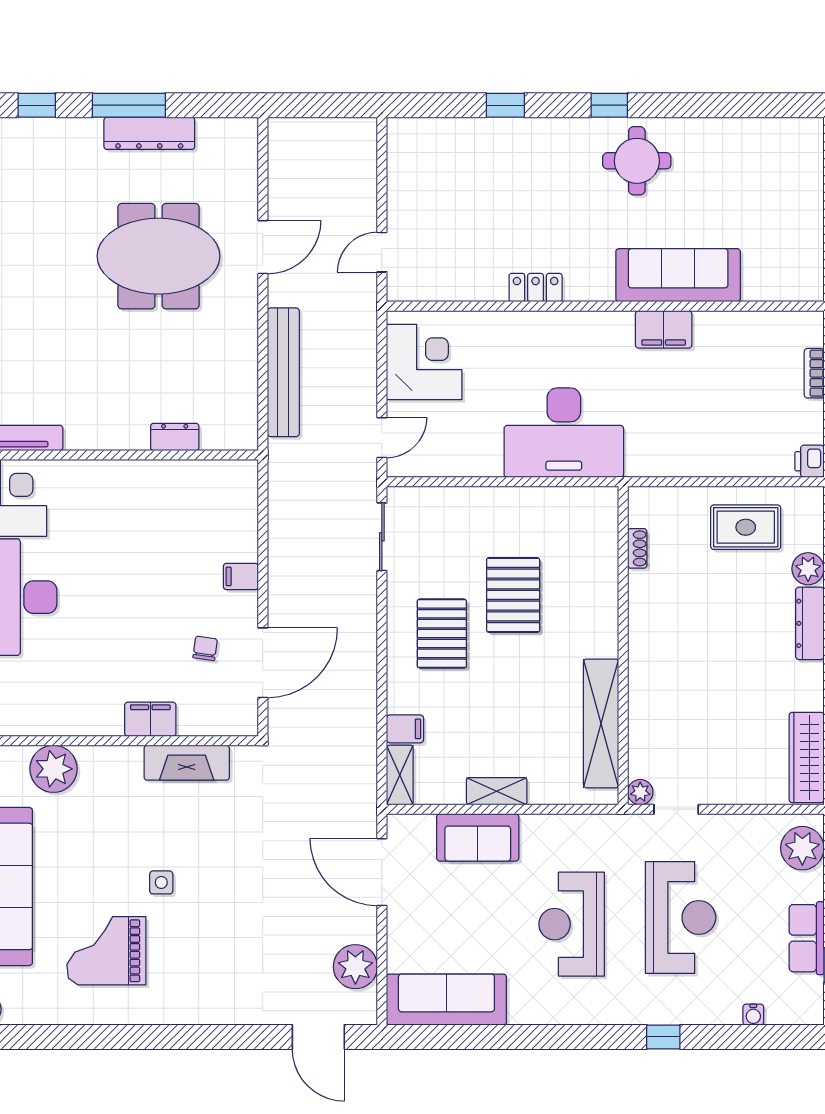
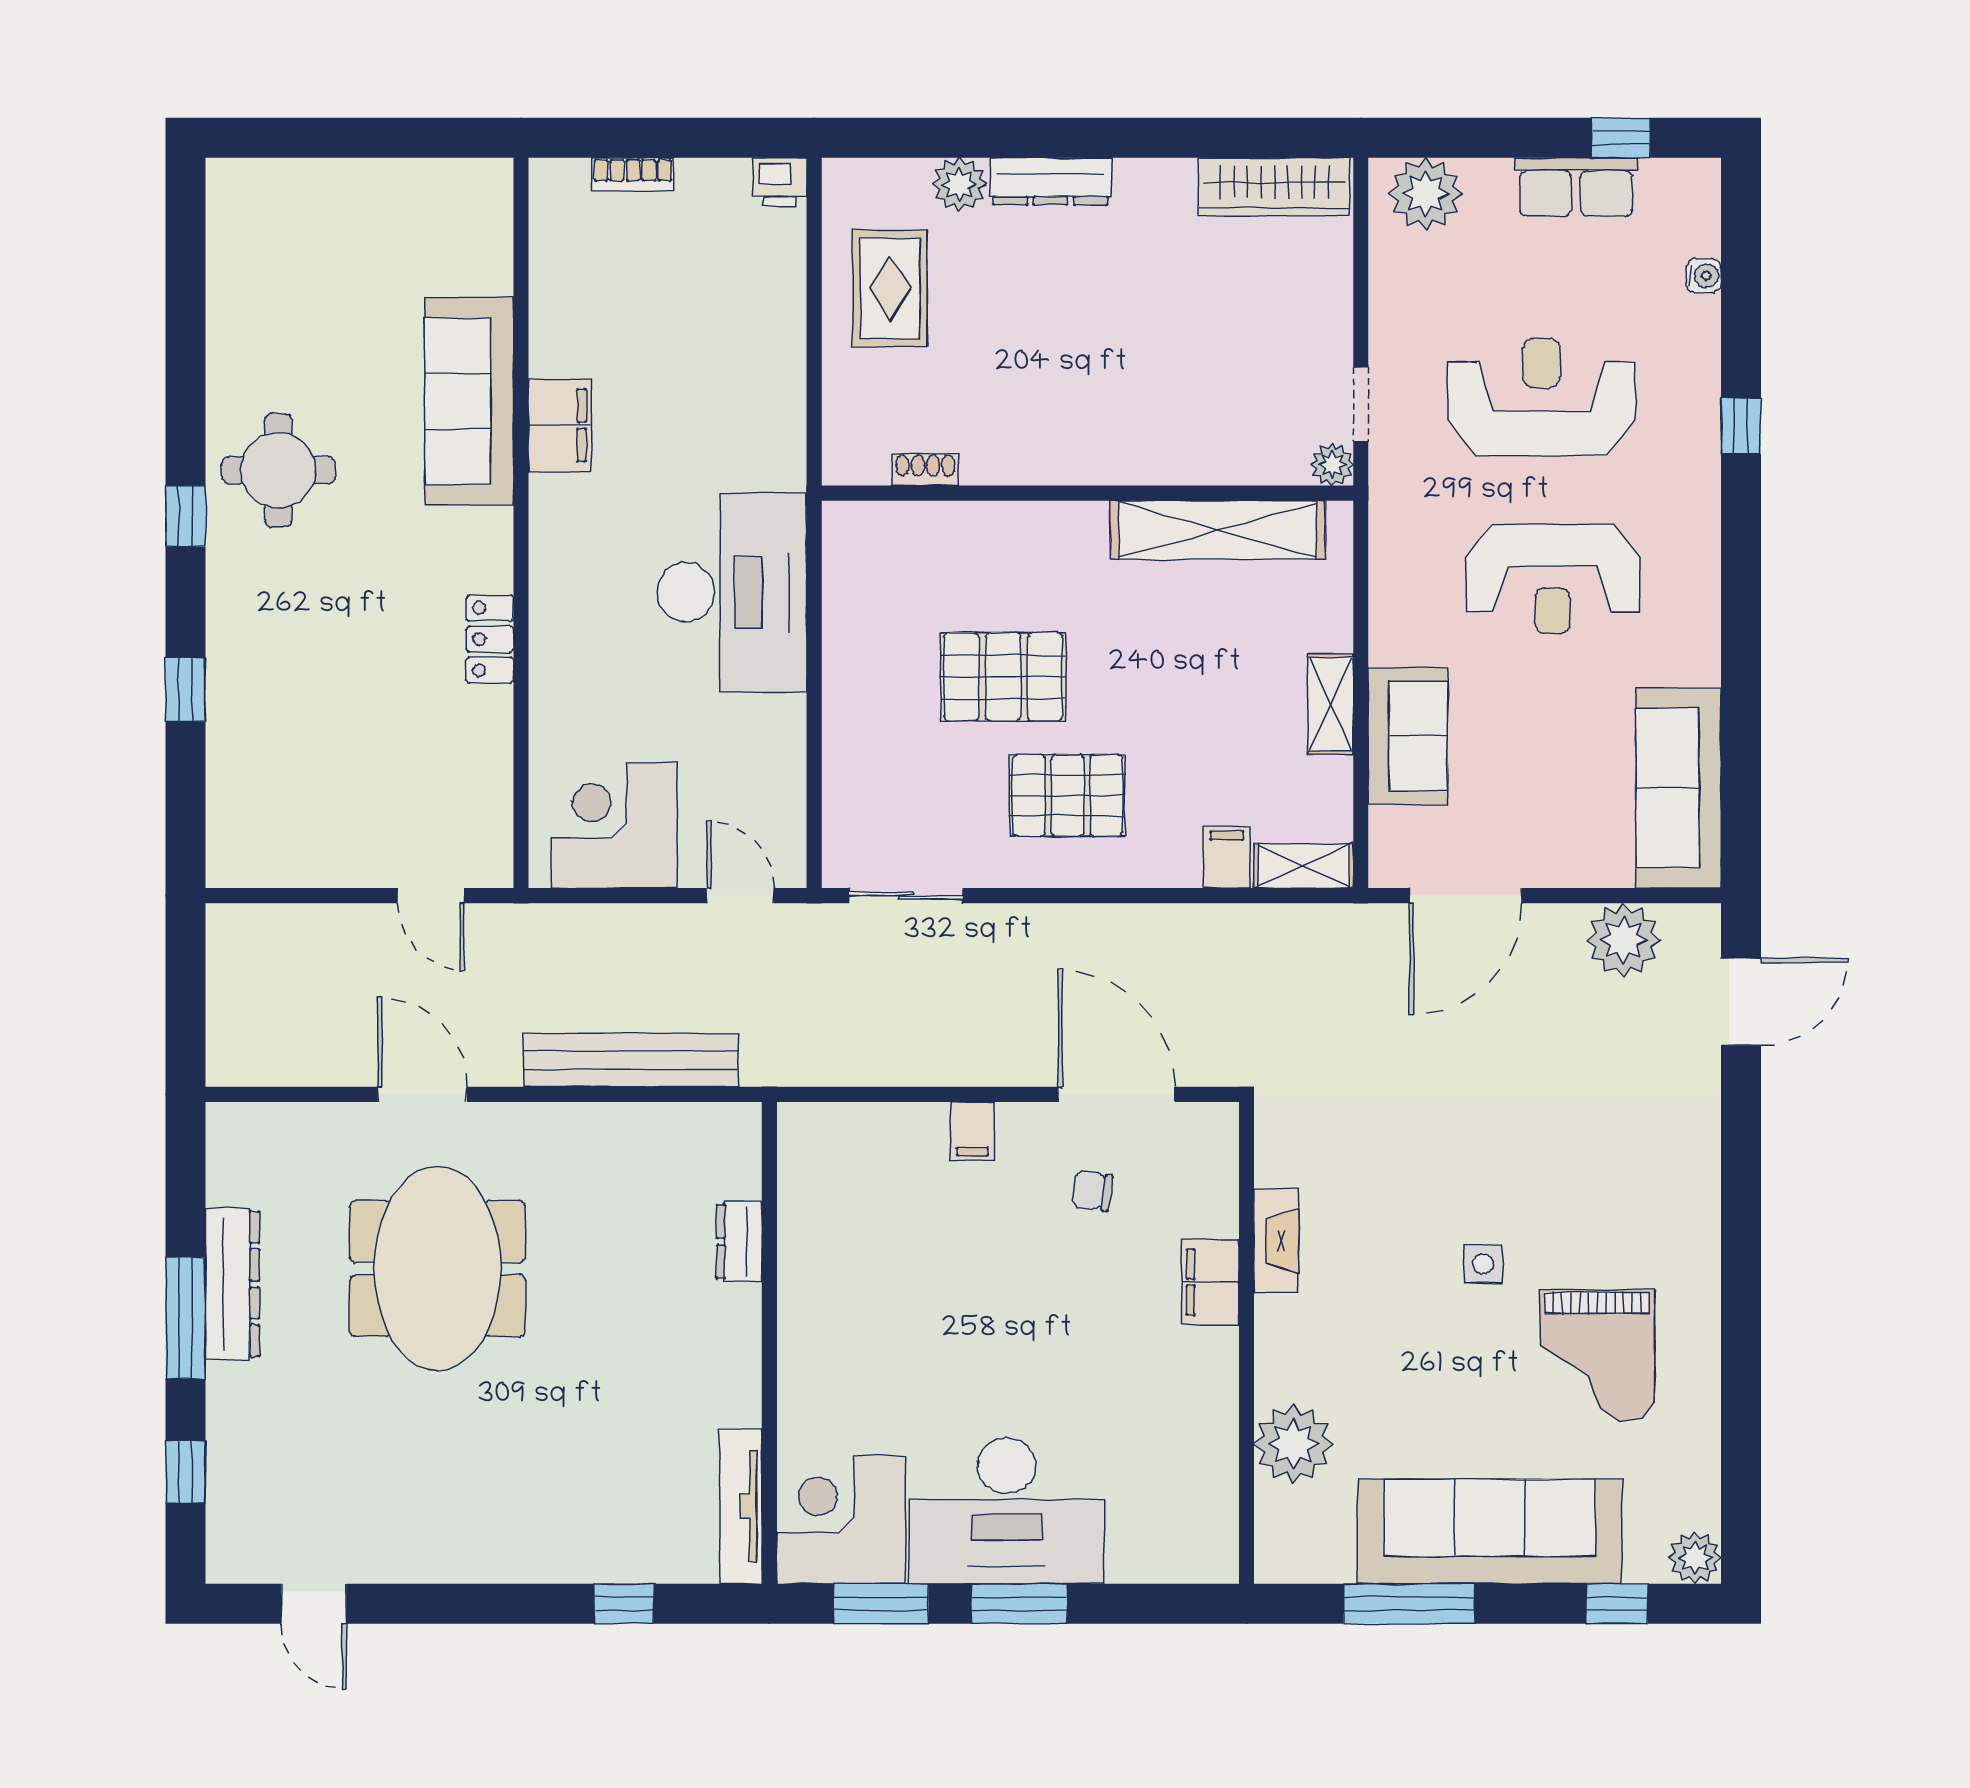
fireplace: (187, 763) -> (1276, 1241), width x0.73, depth x0.76

